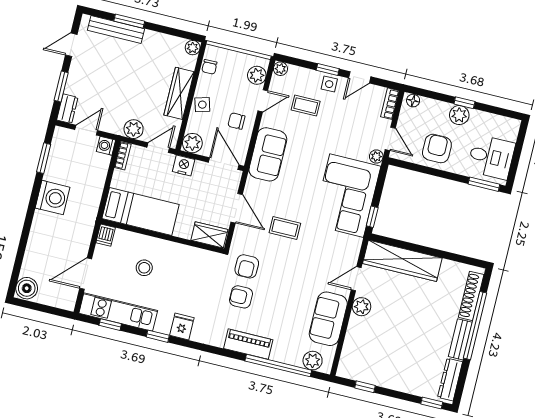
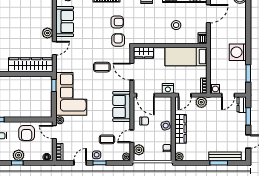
plant: (192, 143) -> (166, 102), removed

